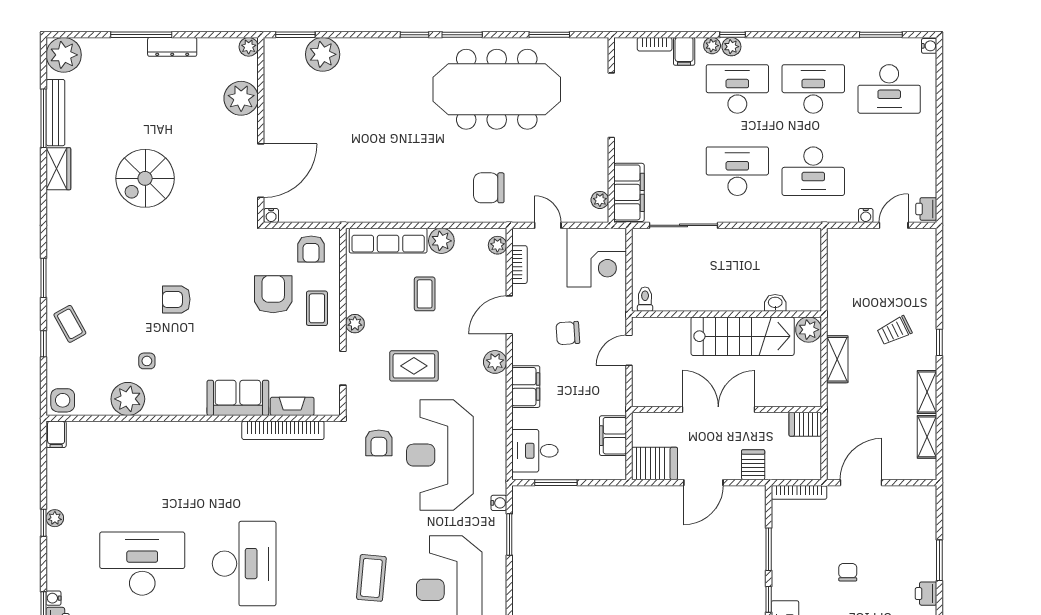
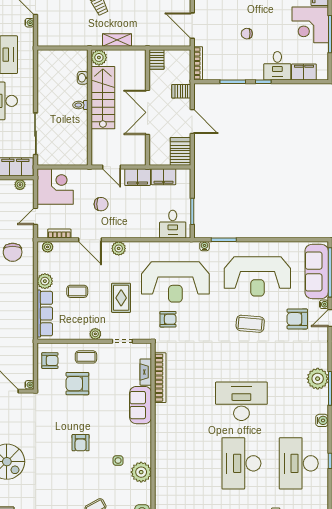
toilet: (645, 299) -> (80, 105), moved
chair: (568, 333) -> (101, 204), turned -86
filing cabinet: (526, 387) -> (138, 177), moved, turned 180

